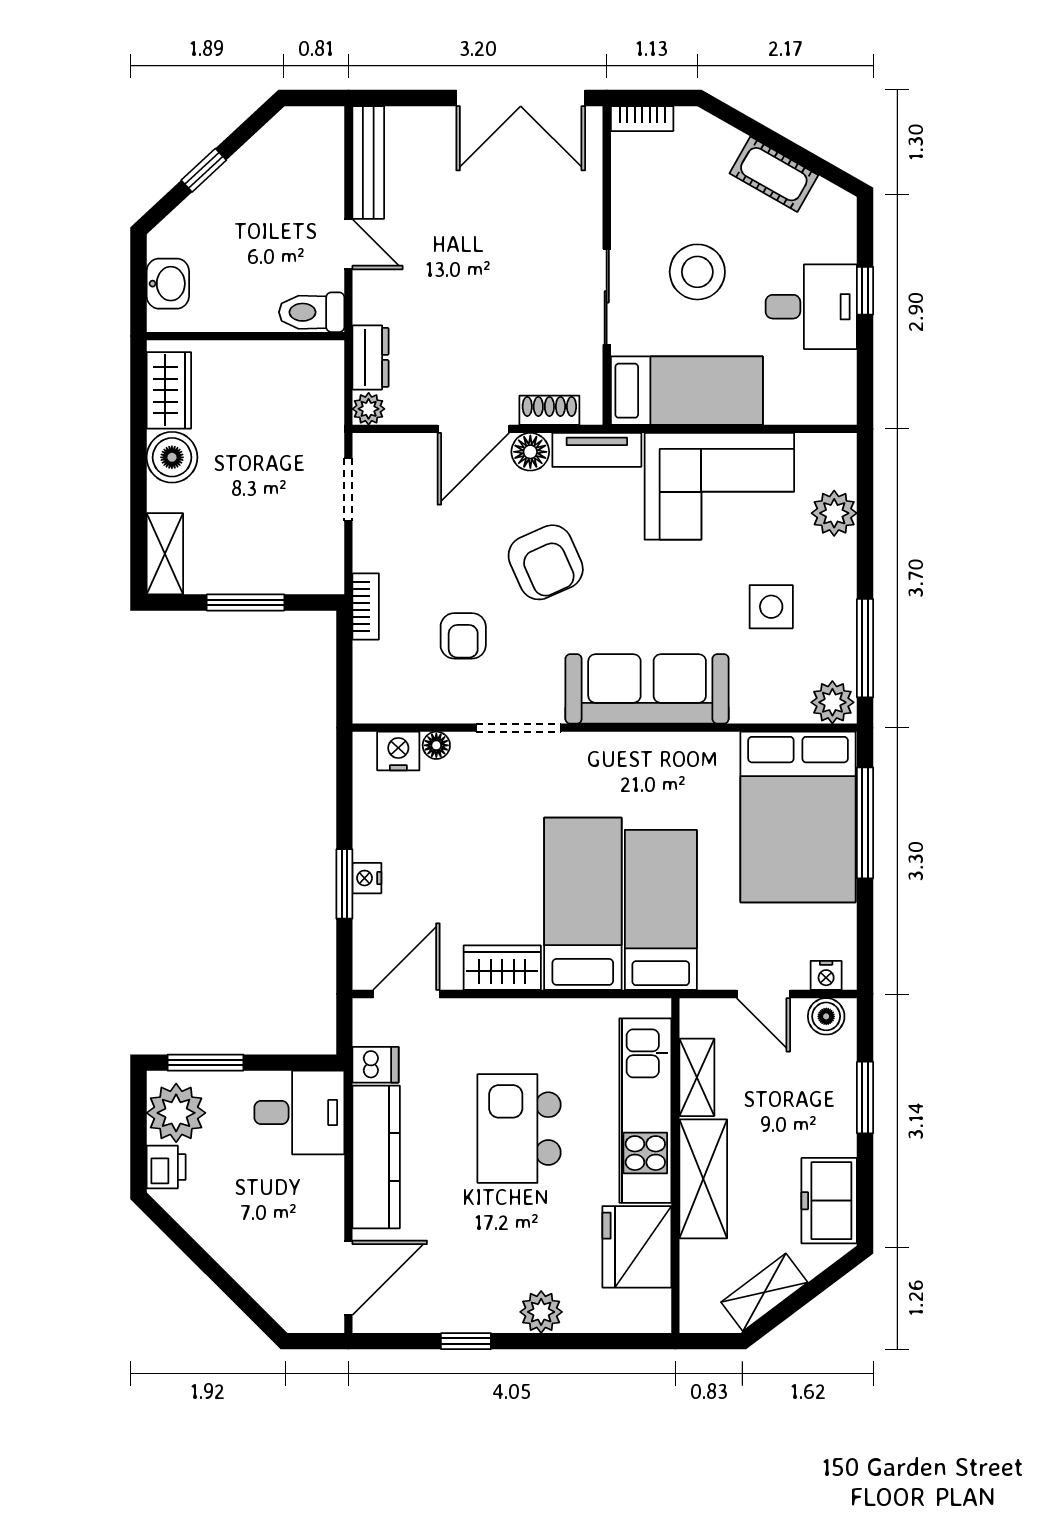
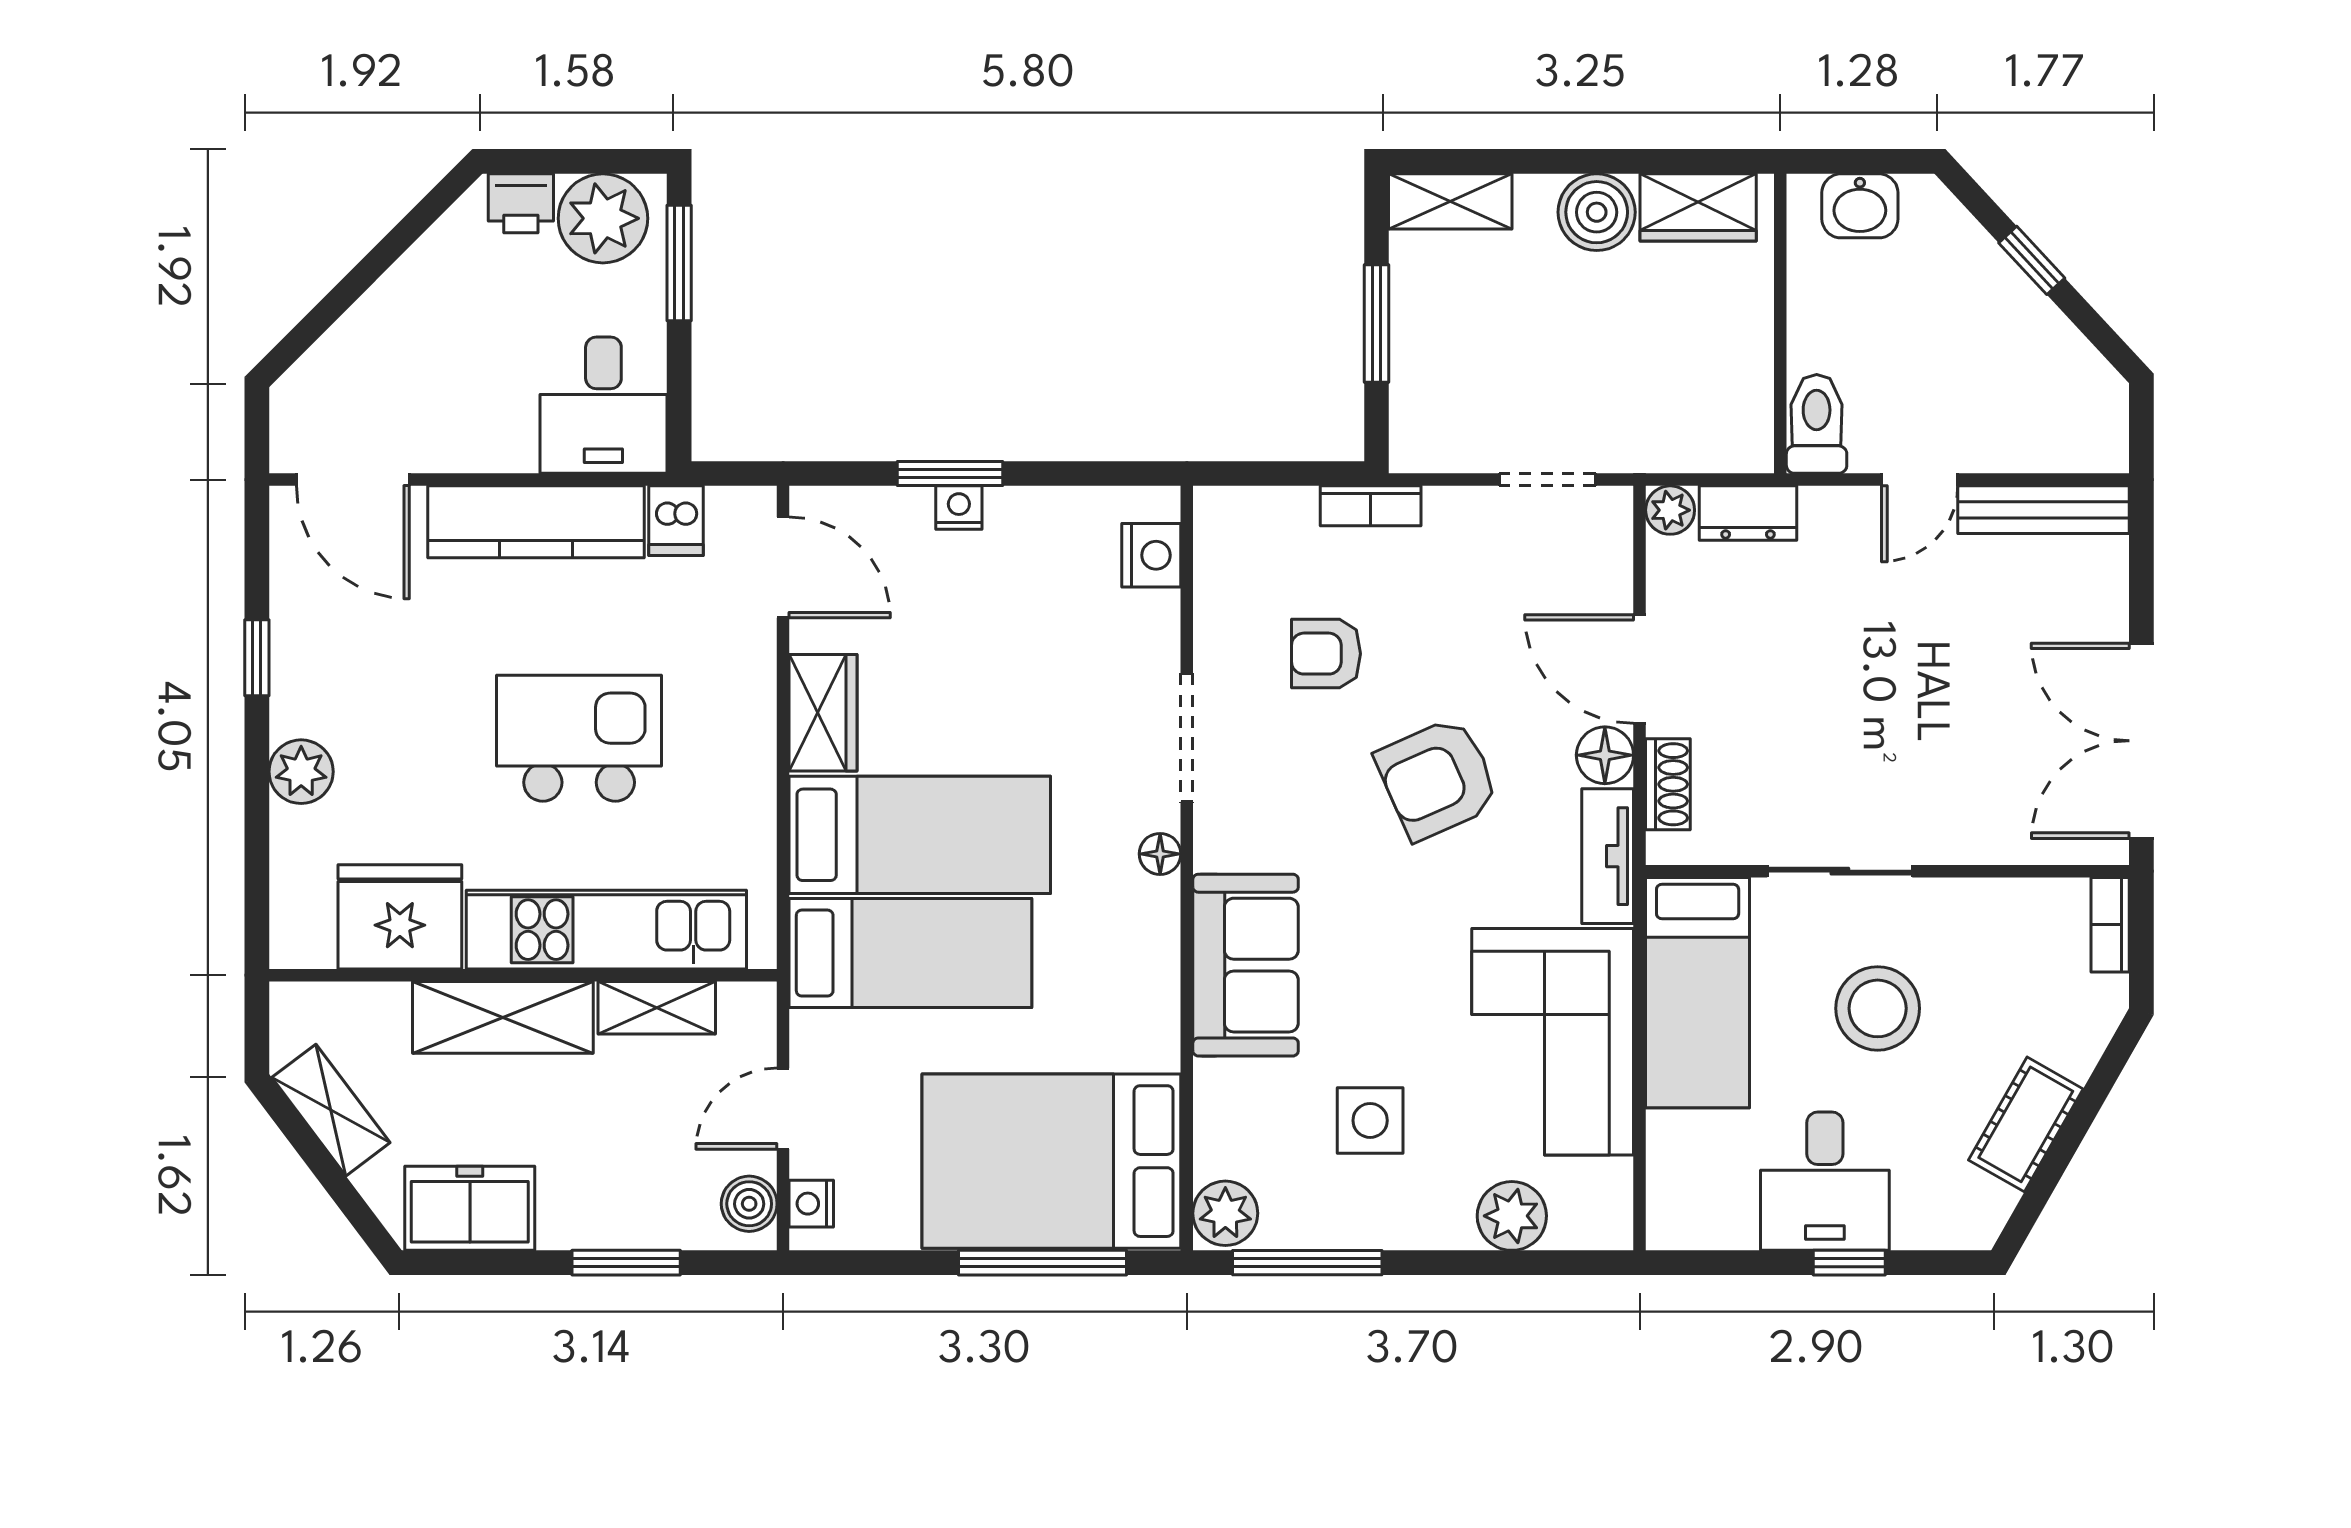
sofa: (647, 689) -> (1246, 965), width x0.73
floor lamp: (436, 745) -> (1160, 854), moved

